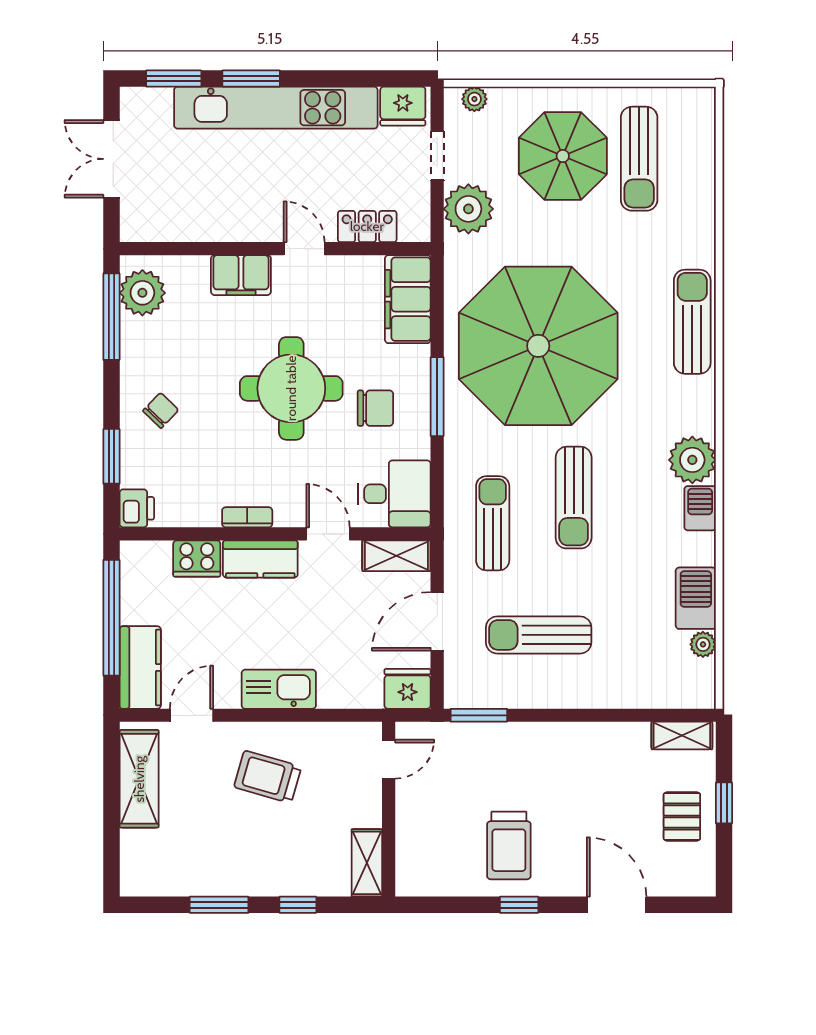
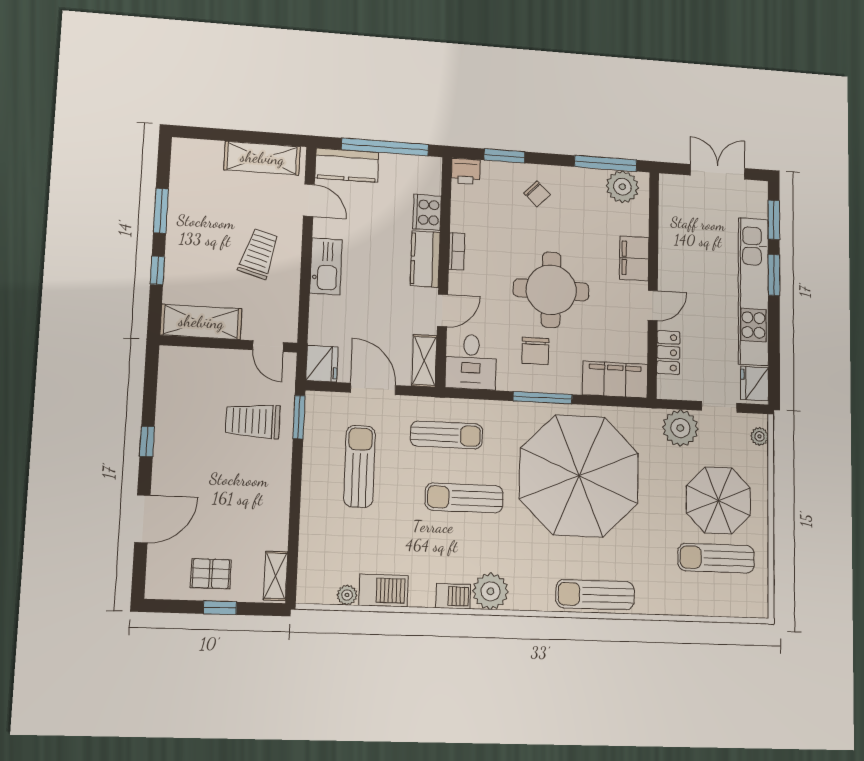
sun lounger: (692, 322) -> (595, 595), turned 180
trolley: (509, 845) -> (253, 421), moved
shelving: (367, 863) -> (201, 322), width x1.50, depth x1.33

